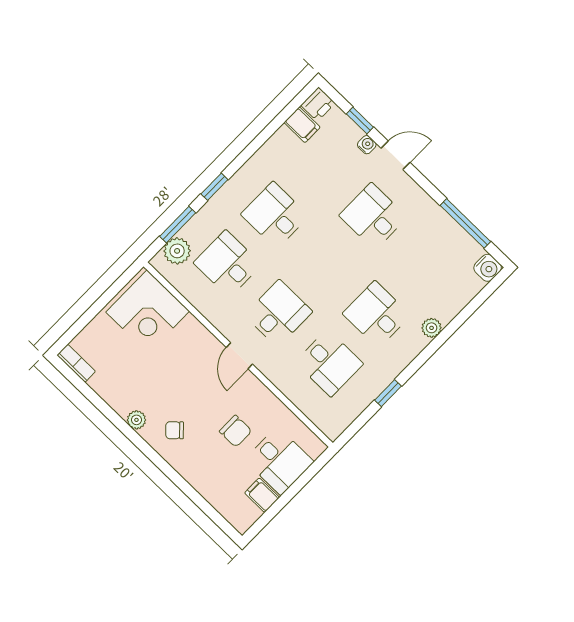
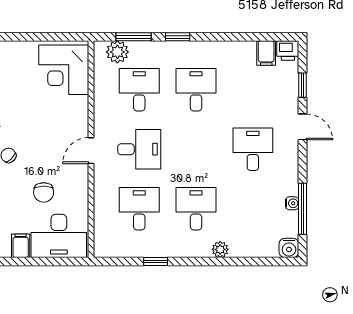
water cooler: (367, 145) -> (292, 203), moved
desk: (329, 363) -> (139, 209), turned 180
desk: (279, 461) -> (59, 236), width x1.37

